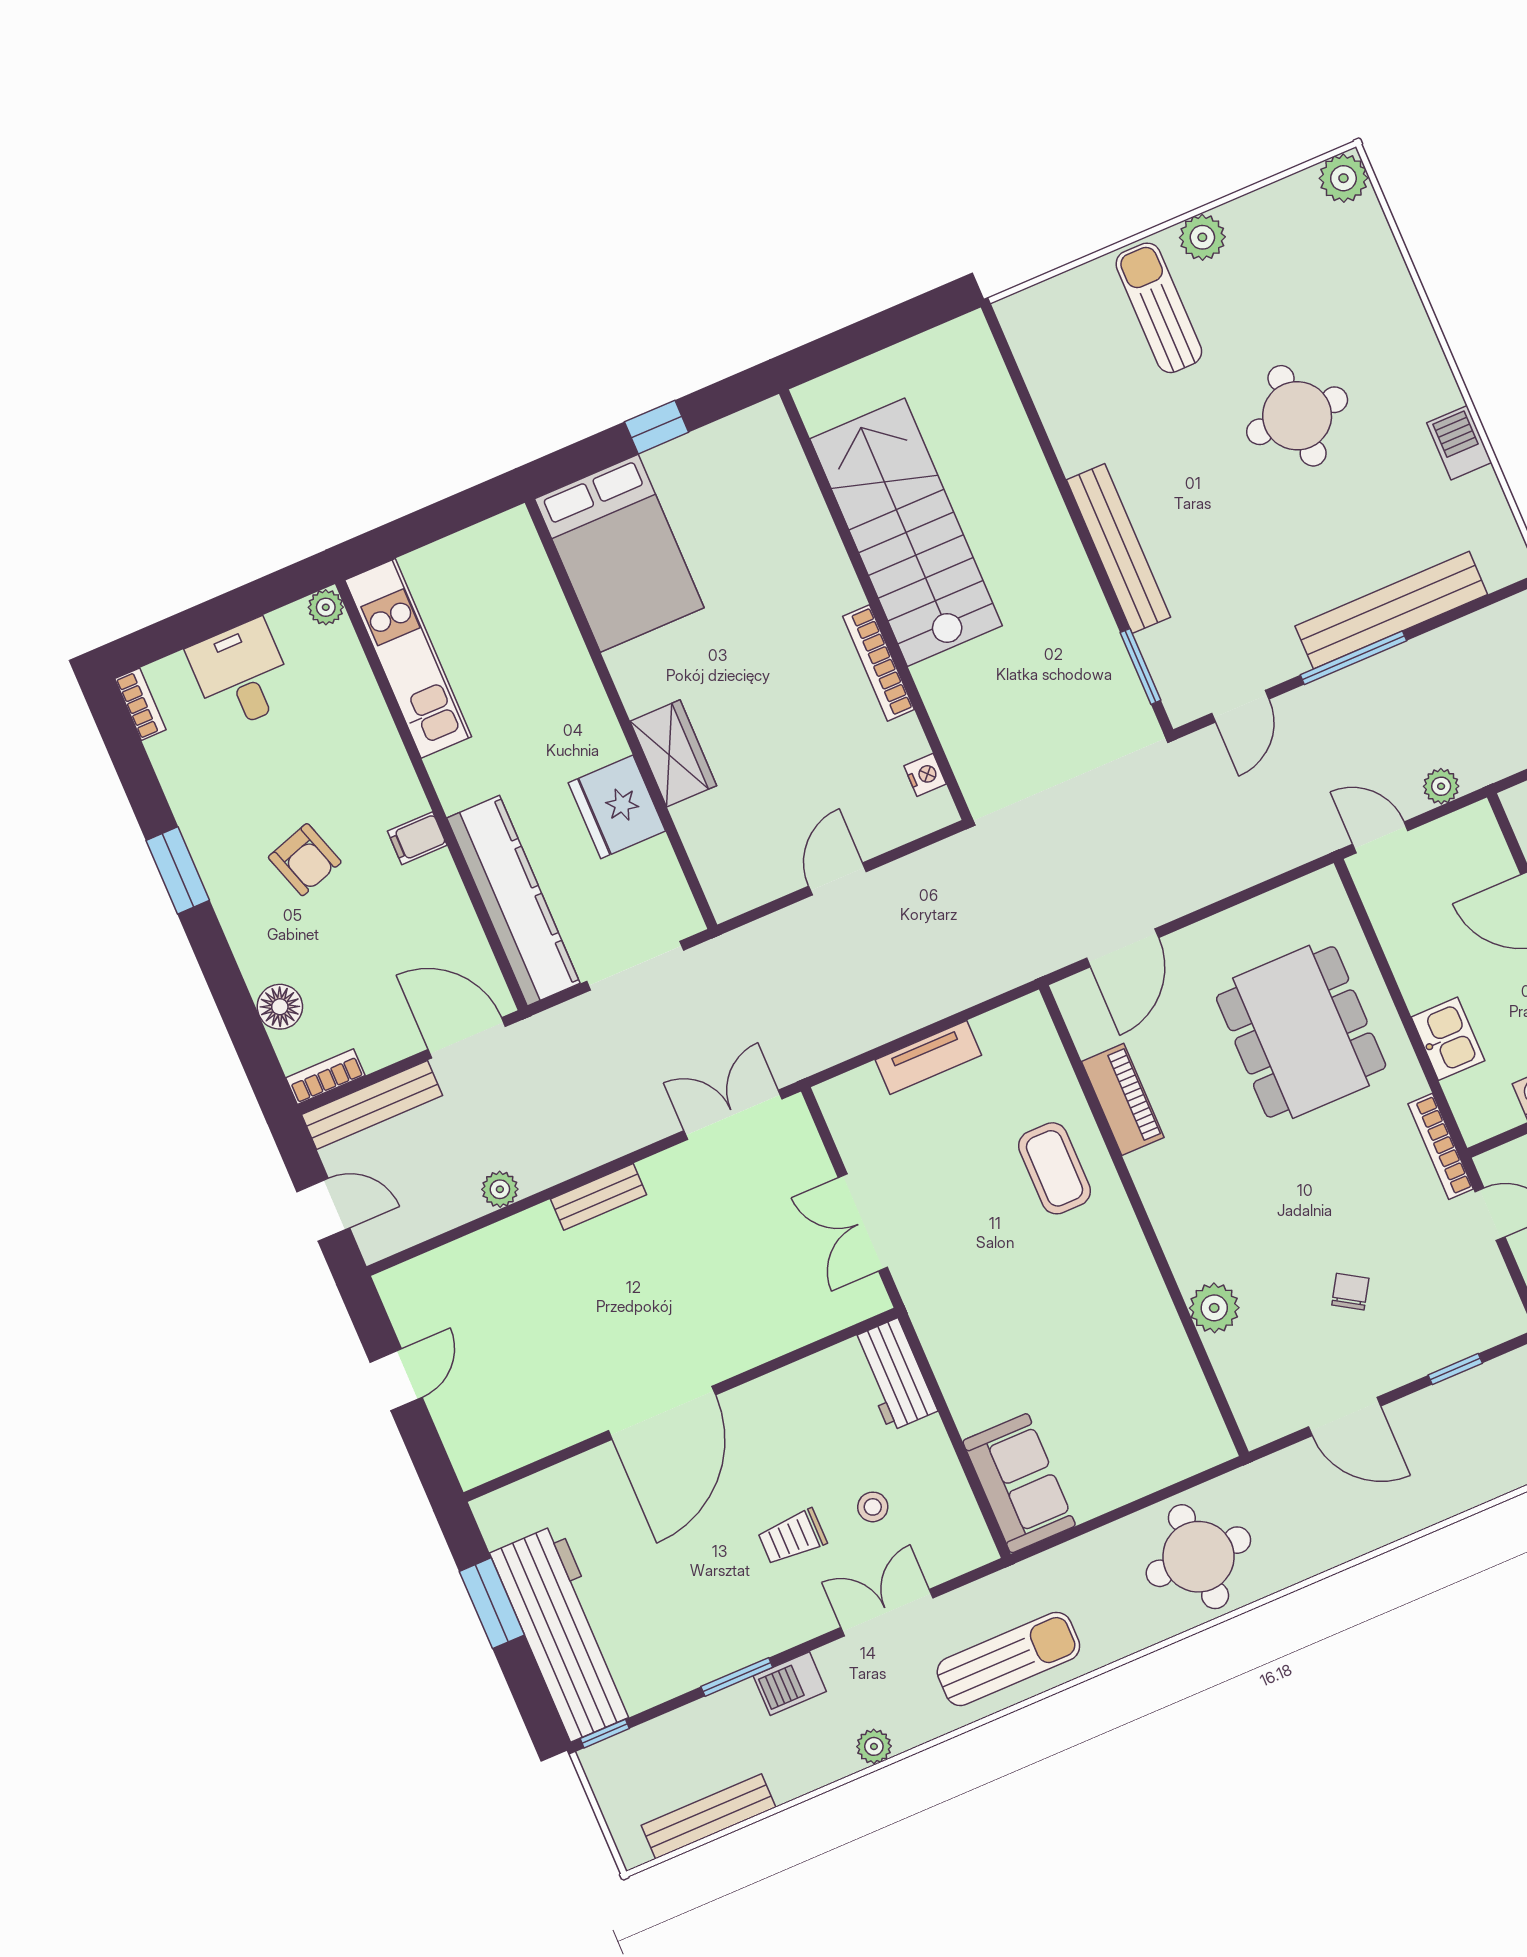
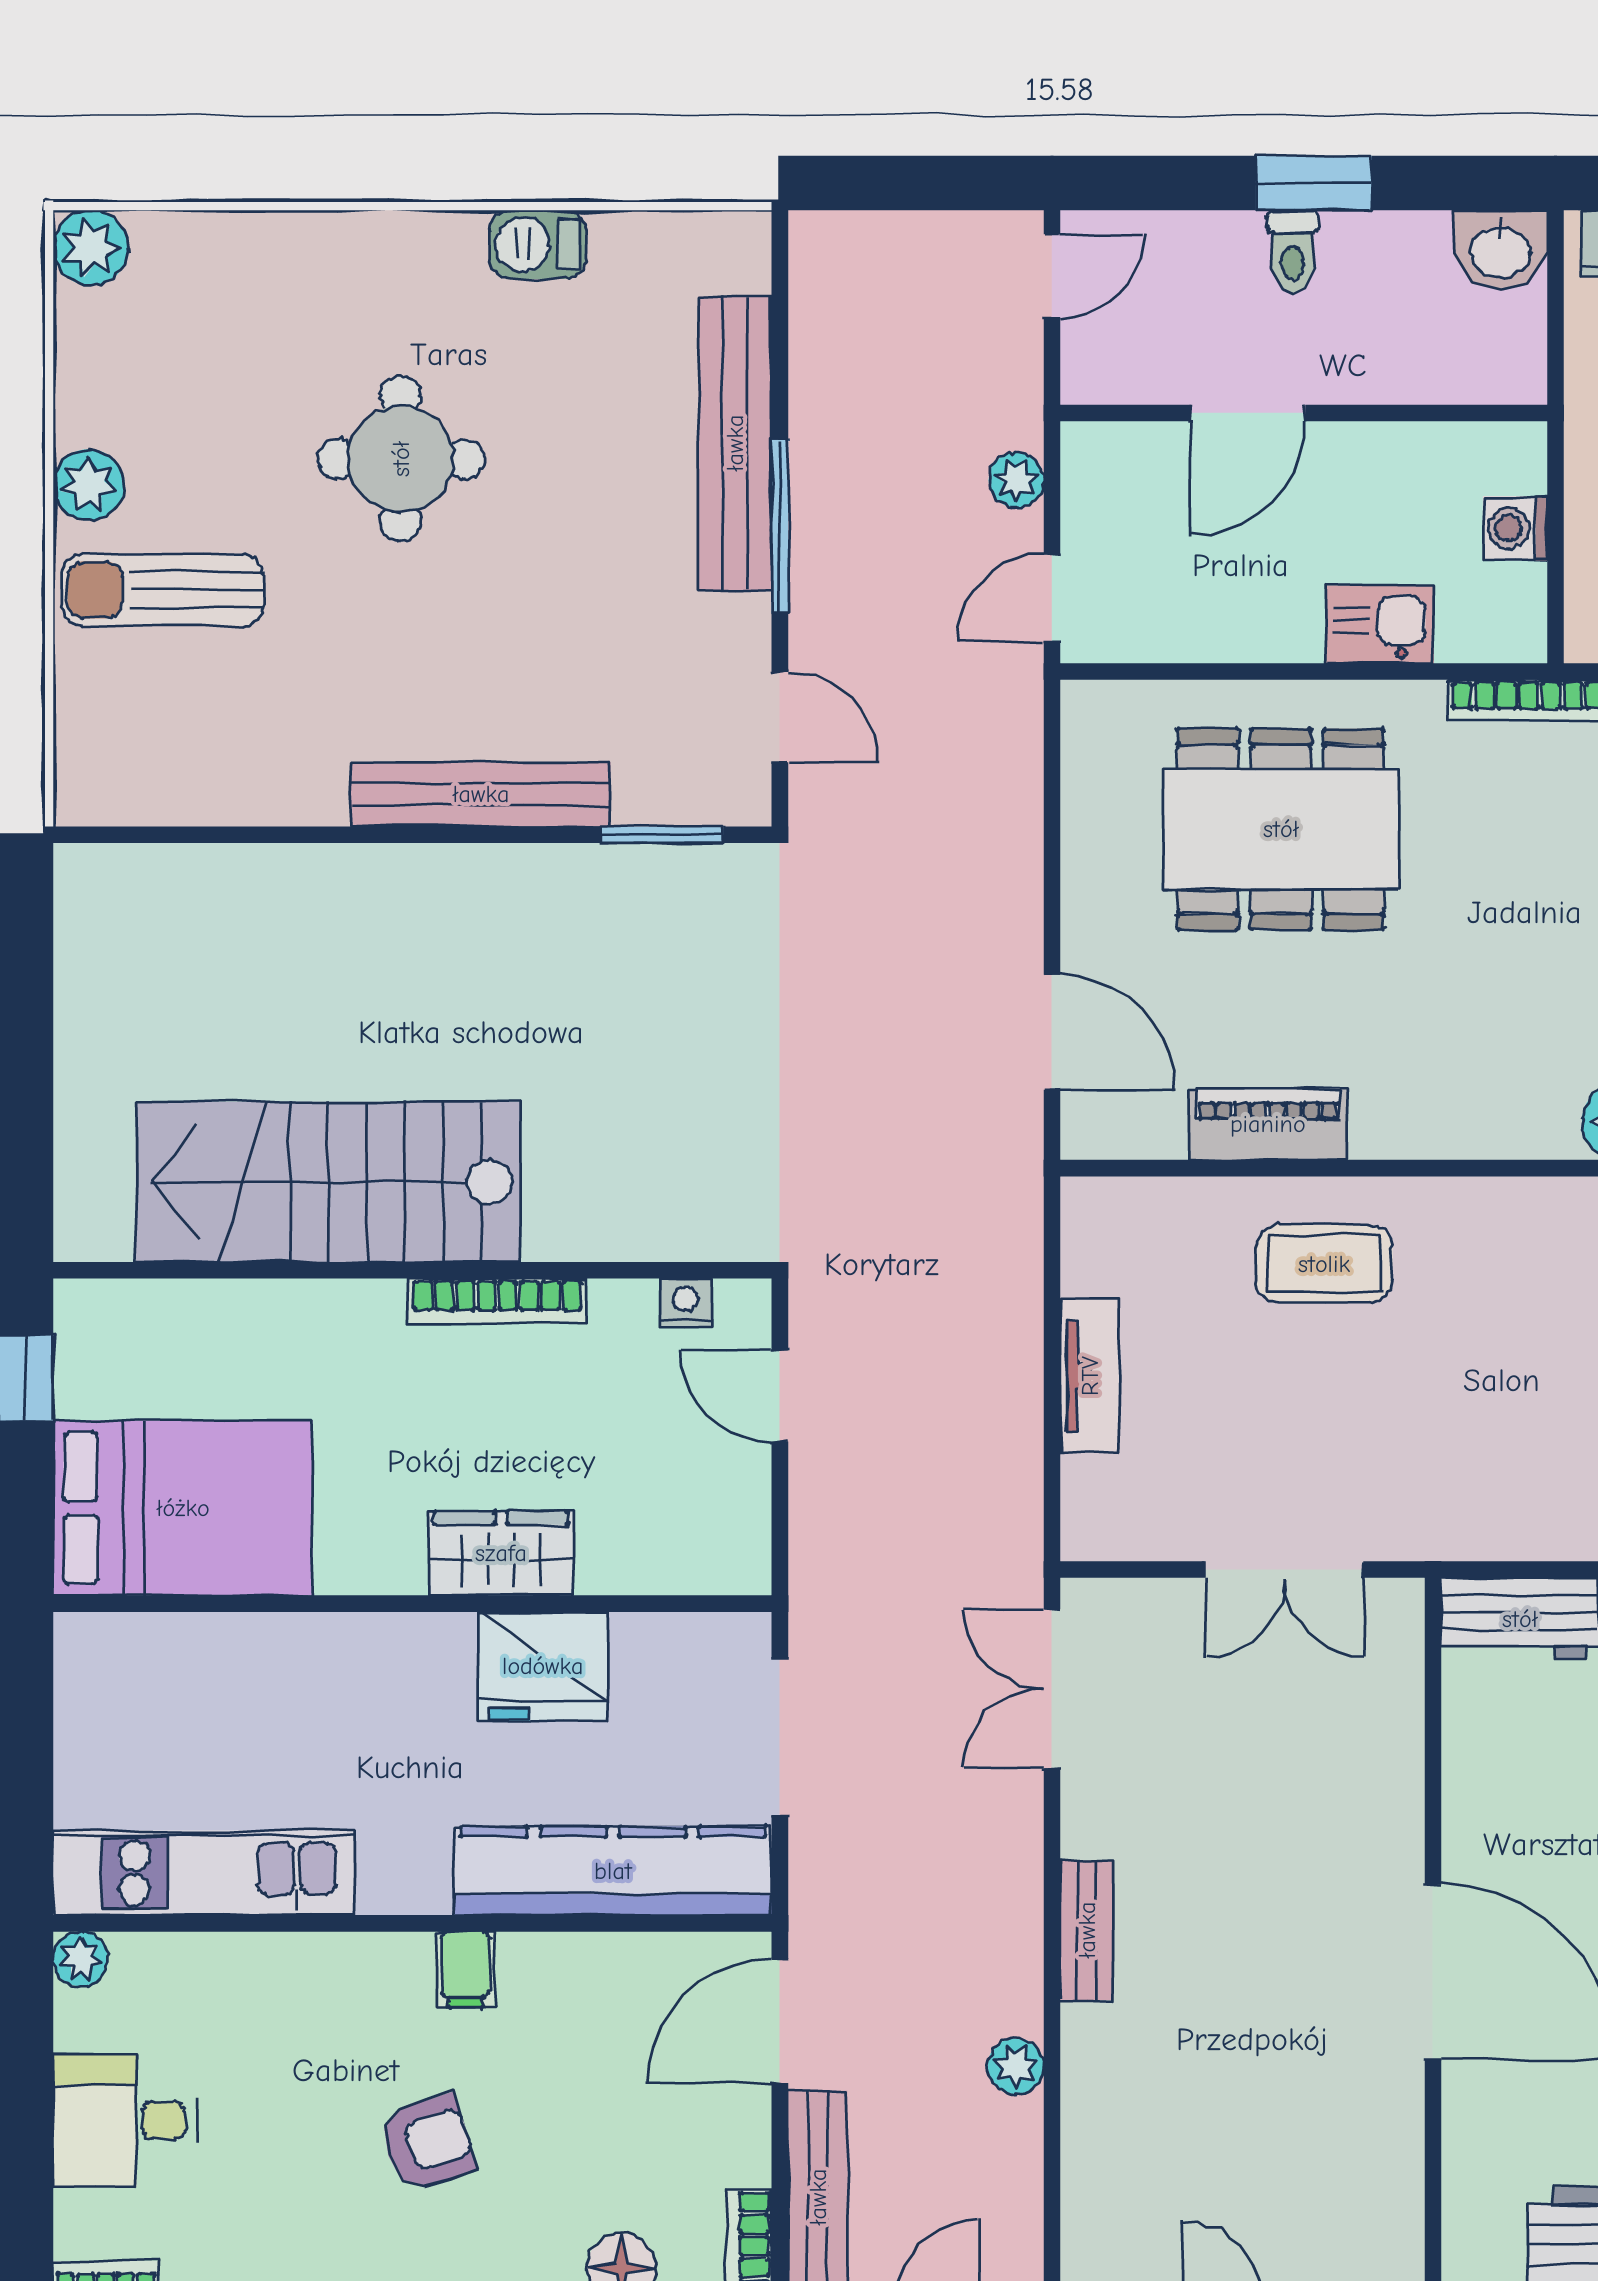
stairs: (906, 532) -> (328, 1182), moved
wall: (875, 605) -> (412, 1270), moved
bookcase: (879, 663) -> (497, 1301), moved
nightstand: (925, 775) -> (685, 1303), moved

